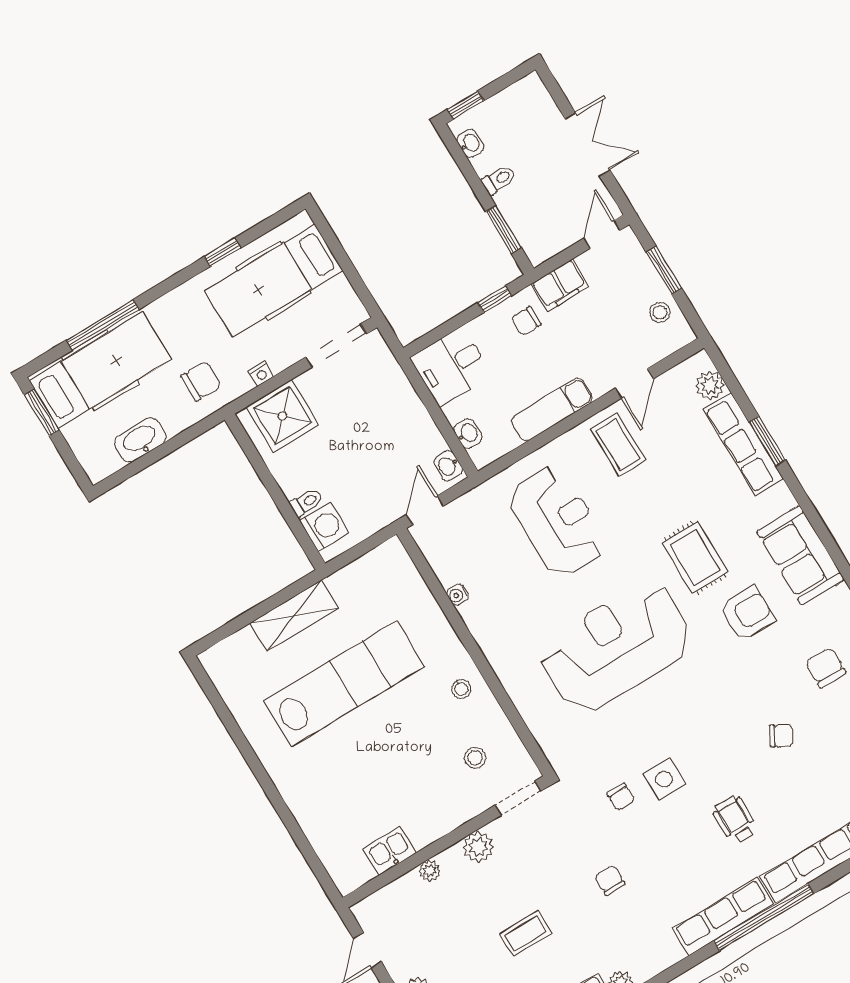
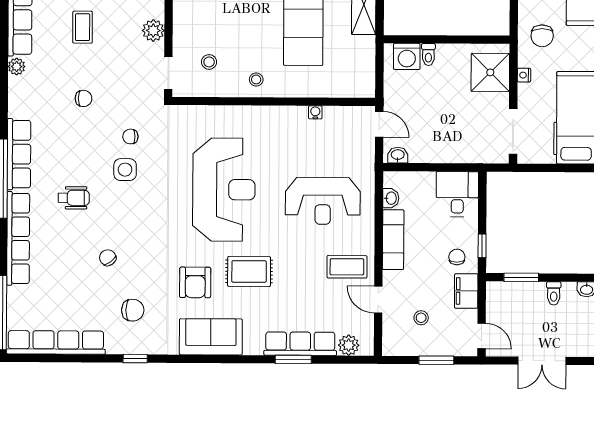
stool: (660, 312) -> (421, 318), moved
washbasin: (468, 433) -> (391, 198), moved, turned -90
chair: (781, 736) -> (108, 258), turned 115

